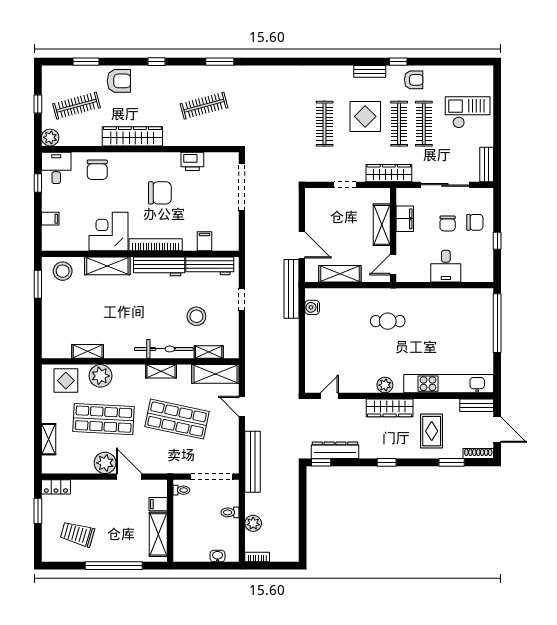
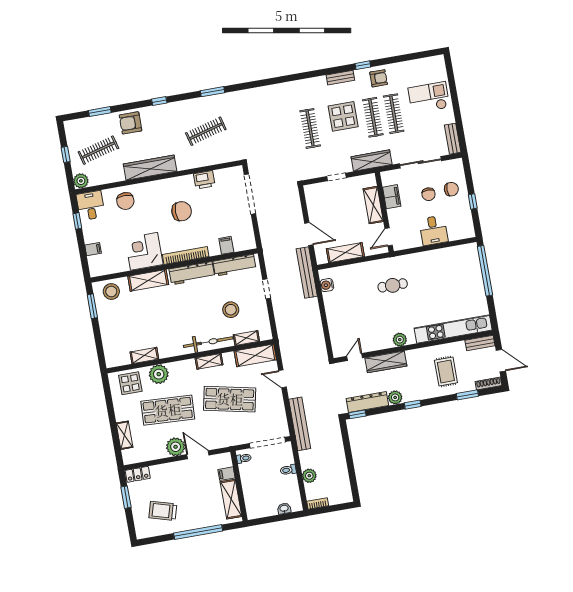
armchair: (119, 81) -> (130, 123), turned 180
wardrobe: (390, 408) -> (386, 362), moved
plant: (368, 451) -> (395, 397), added

